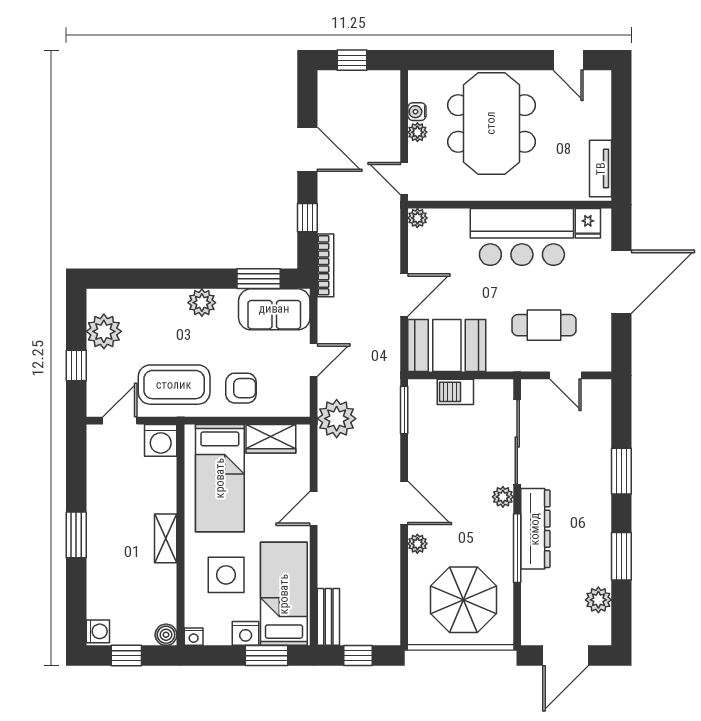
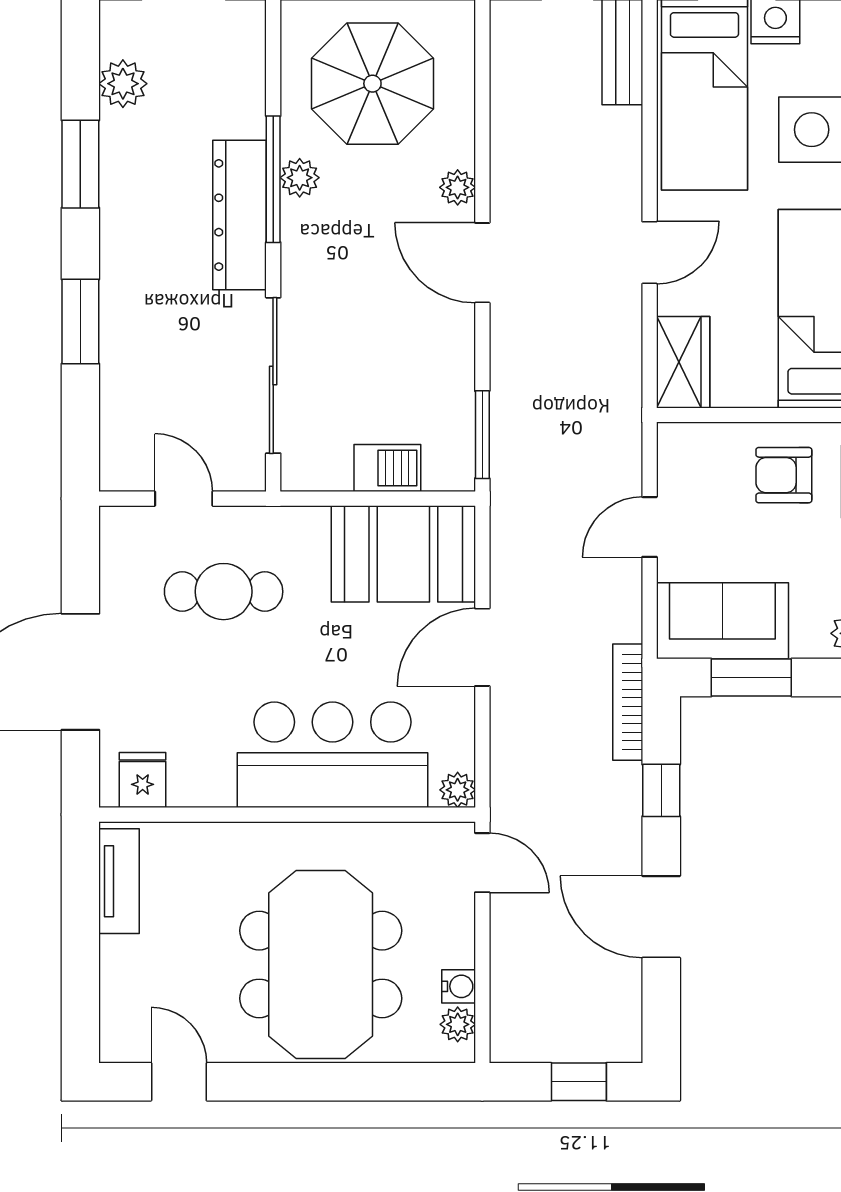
plant: (417, 132) -> (458, 1024), moved
bar counter: (522, 237) -> (333, 755), moved
plant: (337, 419) -> (607, 419), removed
wardrobe: (271, 439) -> (683, 362), moved, turned 90
plant: (503, 497) -> (300, 178), moved

